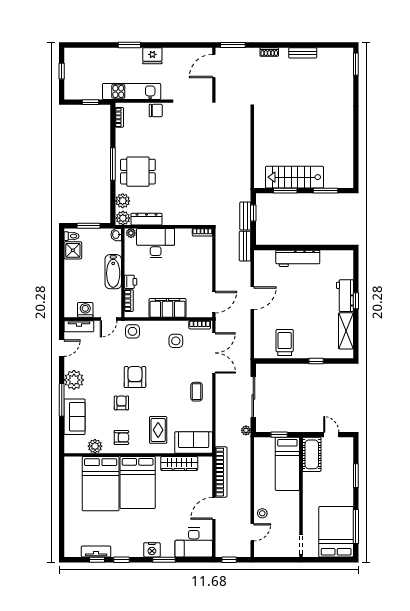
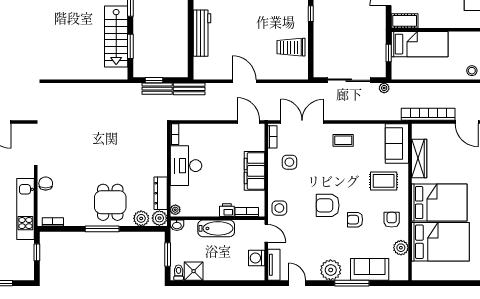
desk: (156, 243) -> (186, 166), moved
cot: (312, 454) -> (405, 21), width x0.73, depth x0.75

